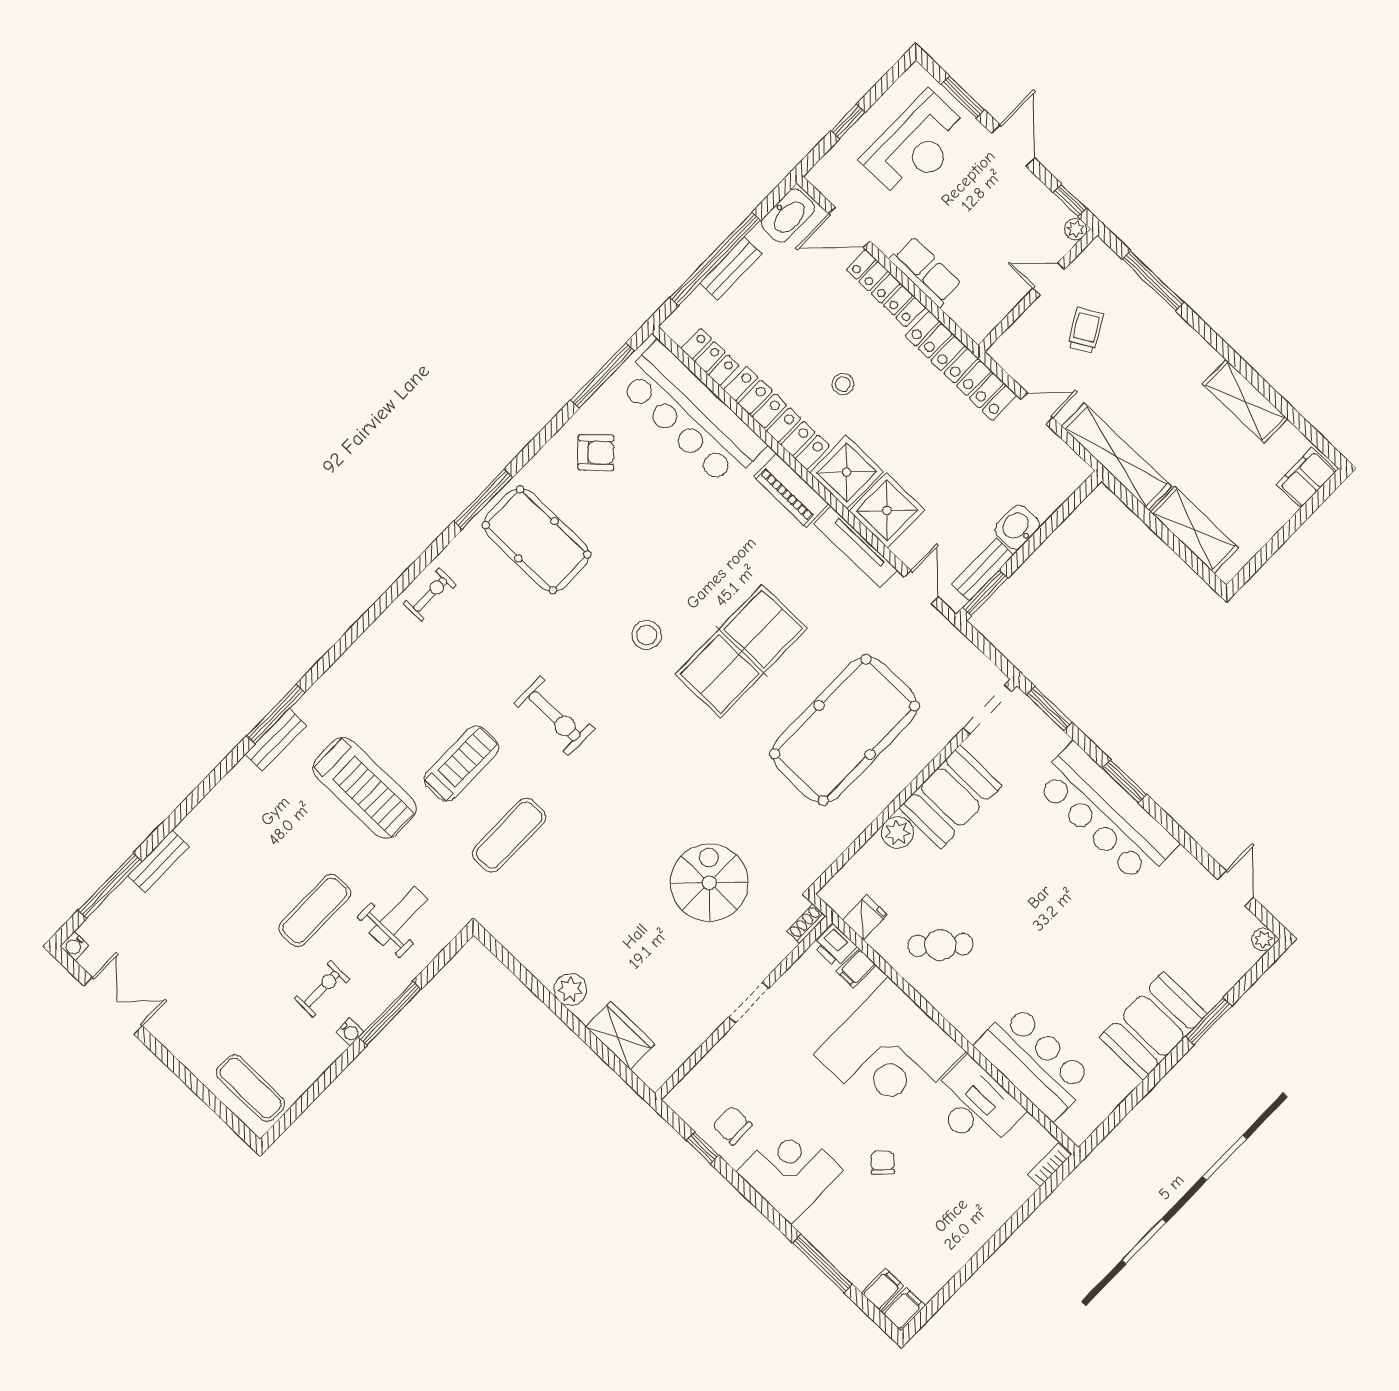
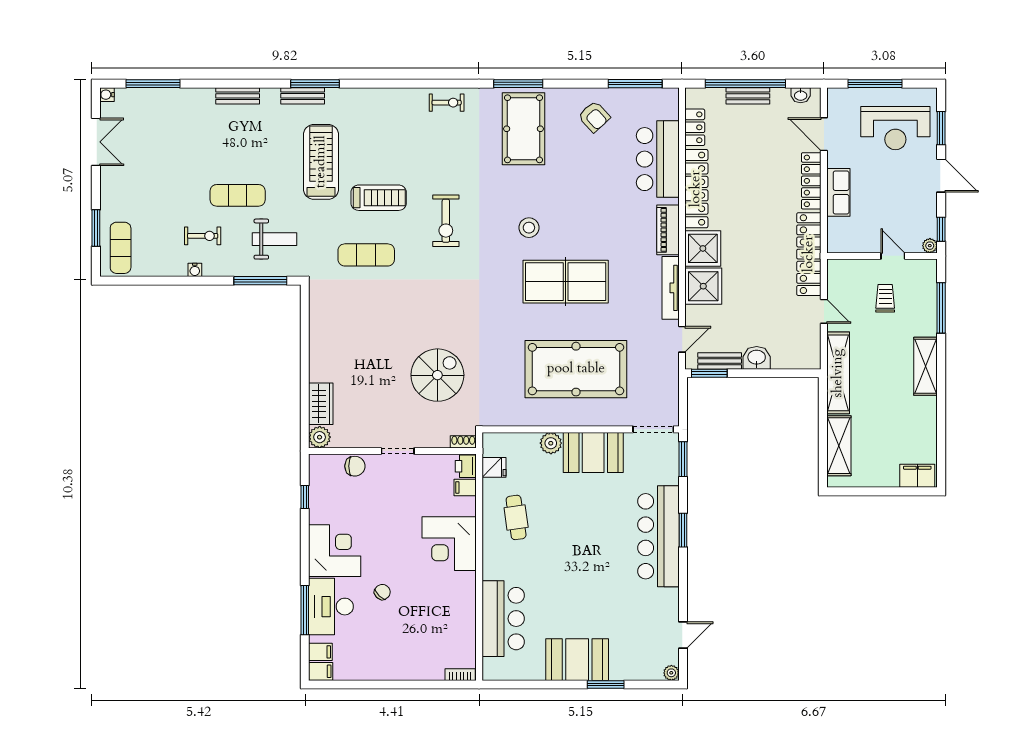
window: (848, 121) -> (875, 84), width x2.17
door: (1013, 146) -> (941, 176), hinge flipped
washbasin: (788, 216) -> (801, 95), width x0.52, depth x0.69
trolley: (1086, 330) -> (885, 298), turned -60
stool: (843, 384) -> (744, 205), removed
shelving: (1245, 401) -> (926, 366), moved
bar counter: (691, 414) -> (658, 159), width x0.73
treadmill: (365, 788) -> (321, 162), turned 180
bench: (159, 861) -> (238, 96), moved
cafe table: (940, 945) -> (516, 517), turned 38
plant: (570, 990) -> (320, 437), moved
window: (390, 1013) -> (260, 281), moved
corner desk: (890, 1053) -> (449, 544), width x0.74, depth x0.74
window: (204, 1094) -> (96, 228), added
desk: (975, 1106) -> (331, 607), moved, turned 180
chair: (732, 1125) -> (355, 466), moved, turned 90

